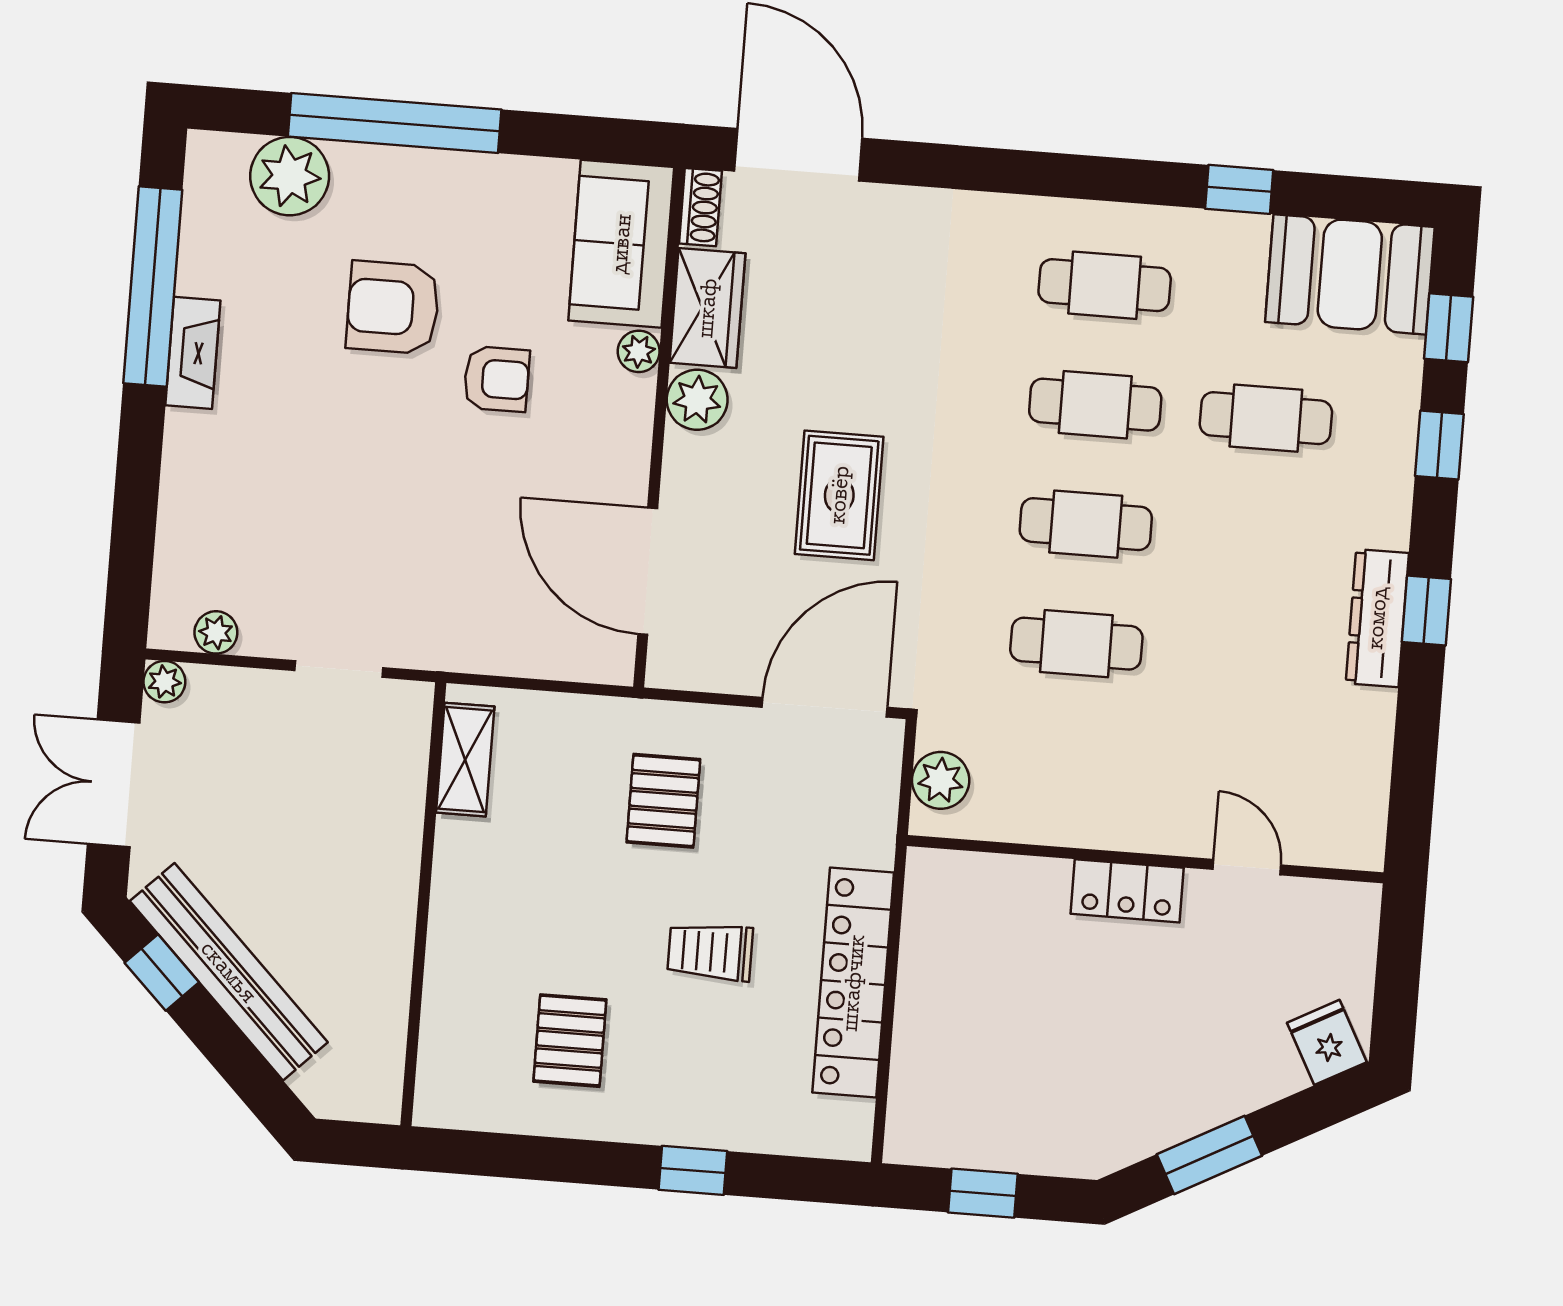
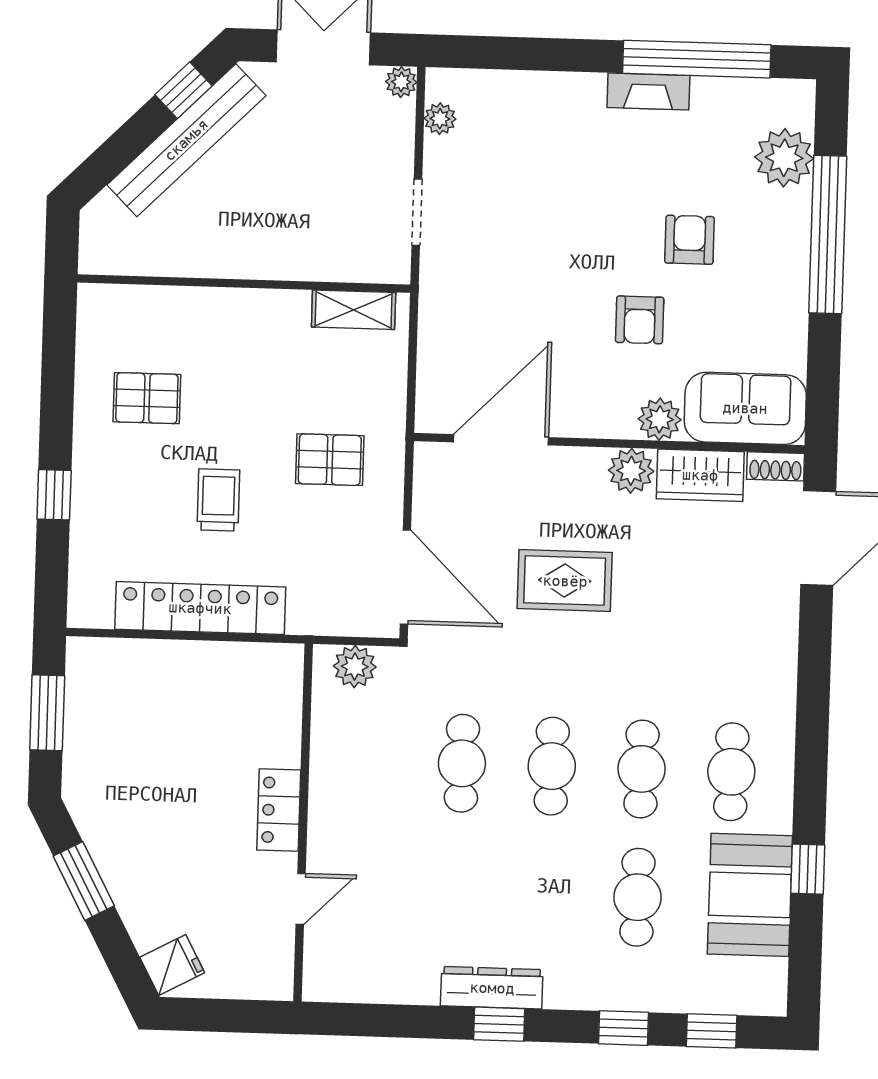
booth: (1350, 274) -> (750, 895), moved
armchair: (393, 307) -> (690, 240), width x0.72, depth x0.72
plant: (639, 351) -> (660, 419), width x1.38, depth x1.38
window: (983, 1193) -> (47, 713), width x1.50

